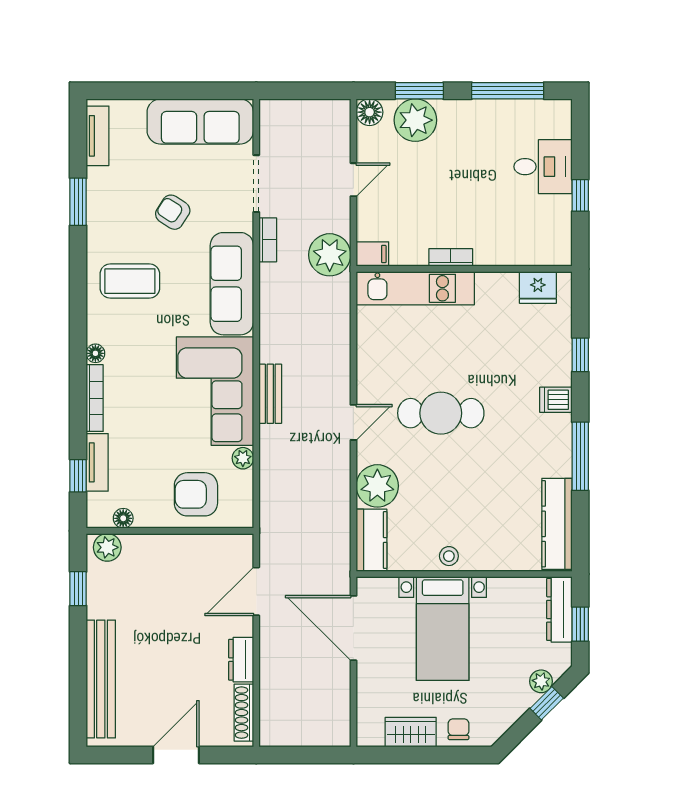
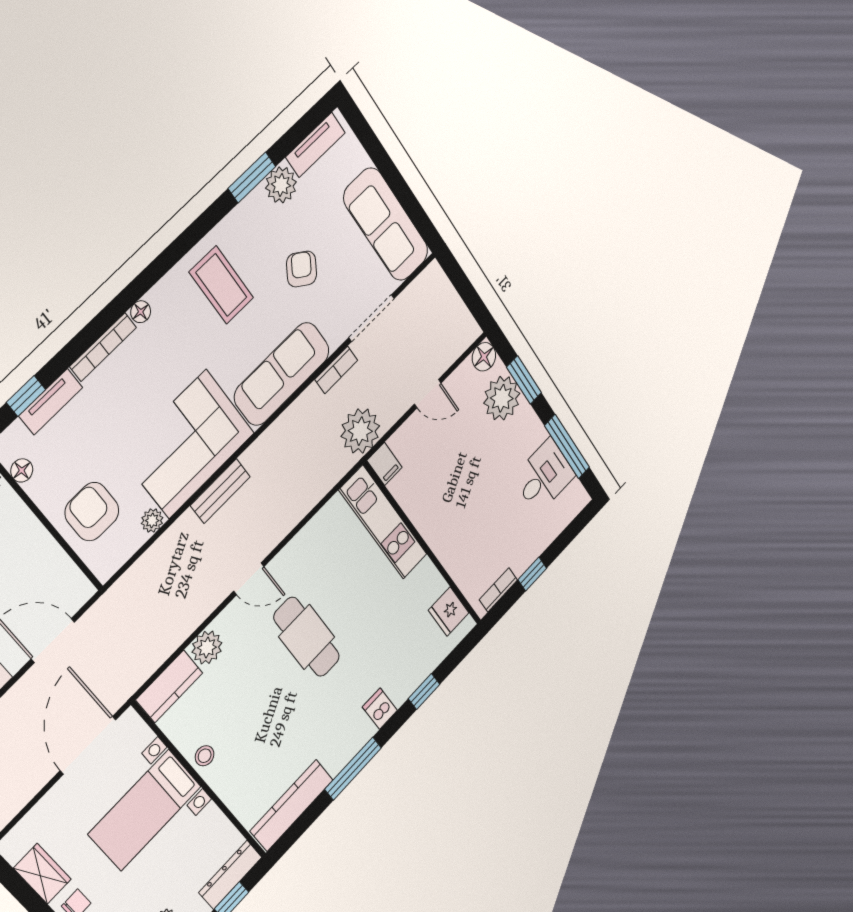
desk: (543, 167) -> (544, 476), moved, turned -90
plant: (102, 184) -> (281, 185), added
bookcase: (451, 257) -> (498, 590), moved, turned -90
plant: (377, 486) -> (207, 647), width x0.73, depth x0.73

